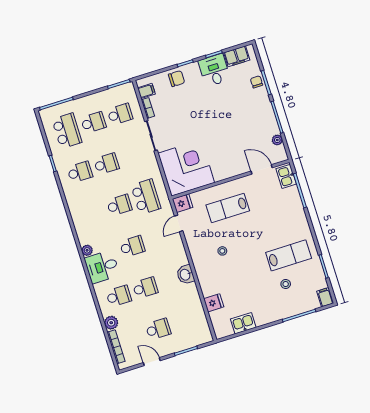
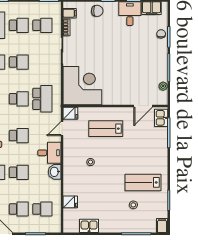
door: (262, 169) -> (143, 106), swing flipped
desk: (173, 255) -> (49, 153), added
lab bench: (289, 255) -> (143, 182), turned 180
school desk: (185, 321) -> (42, 209), added

